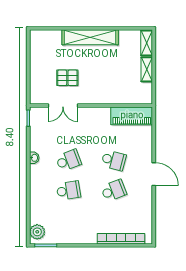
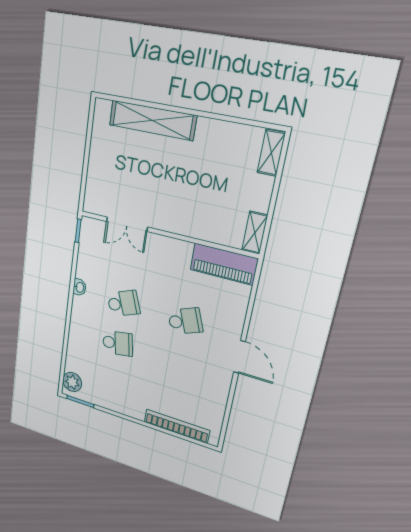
shelving: (90, 37) -> (152, 120), moved
shelving: (147, 69) -> (255, 233), moved
pallet: (67, 78) -> (139, 184), removed
school desk: (114, 160) -> (185, 321), turned -36
school desk: (114, 191) -> (178, 362), removed

